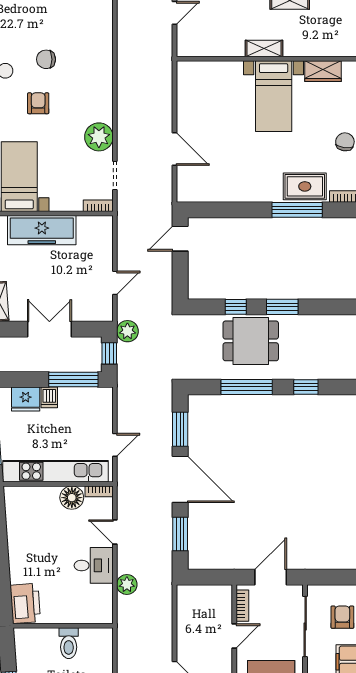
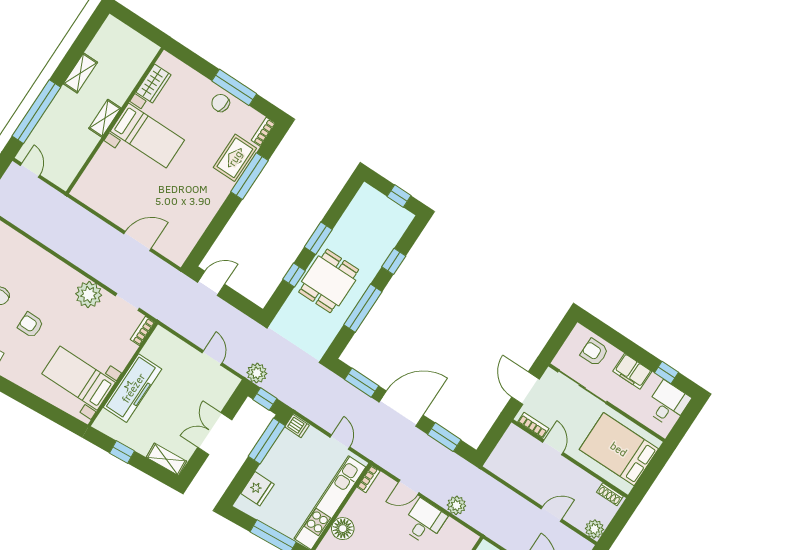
door: (180, 239) -> (211, 283), swing flipped
dishwasher: (49, 397) -> (297, 426), moved
floor lamp: (72, 498) -> (343, 529), moved

